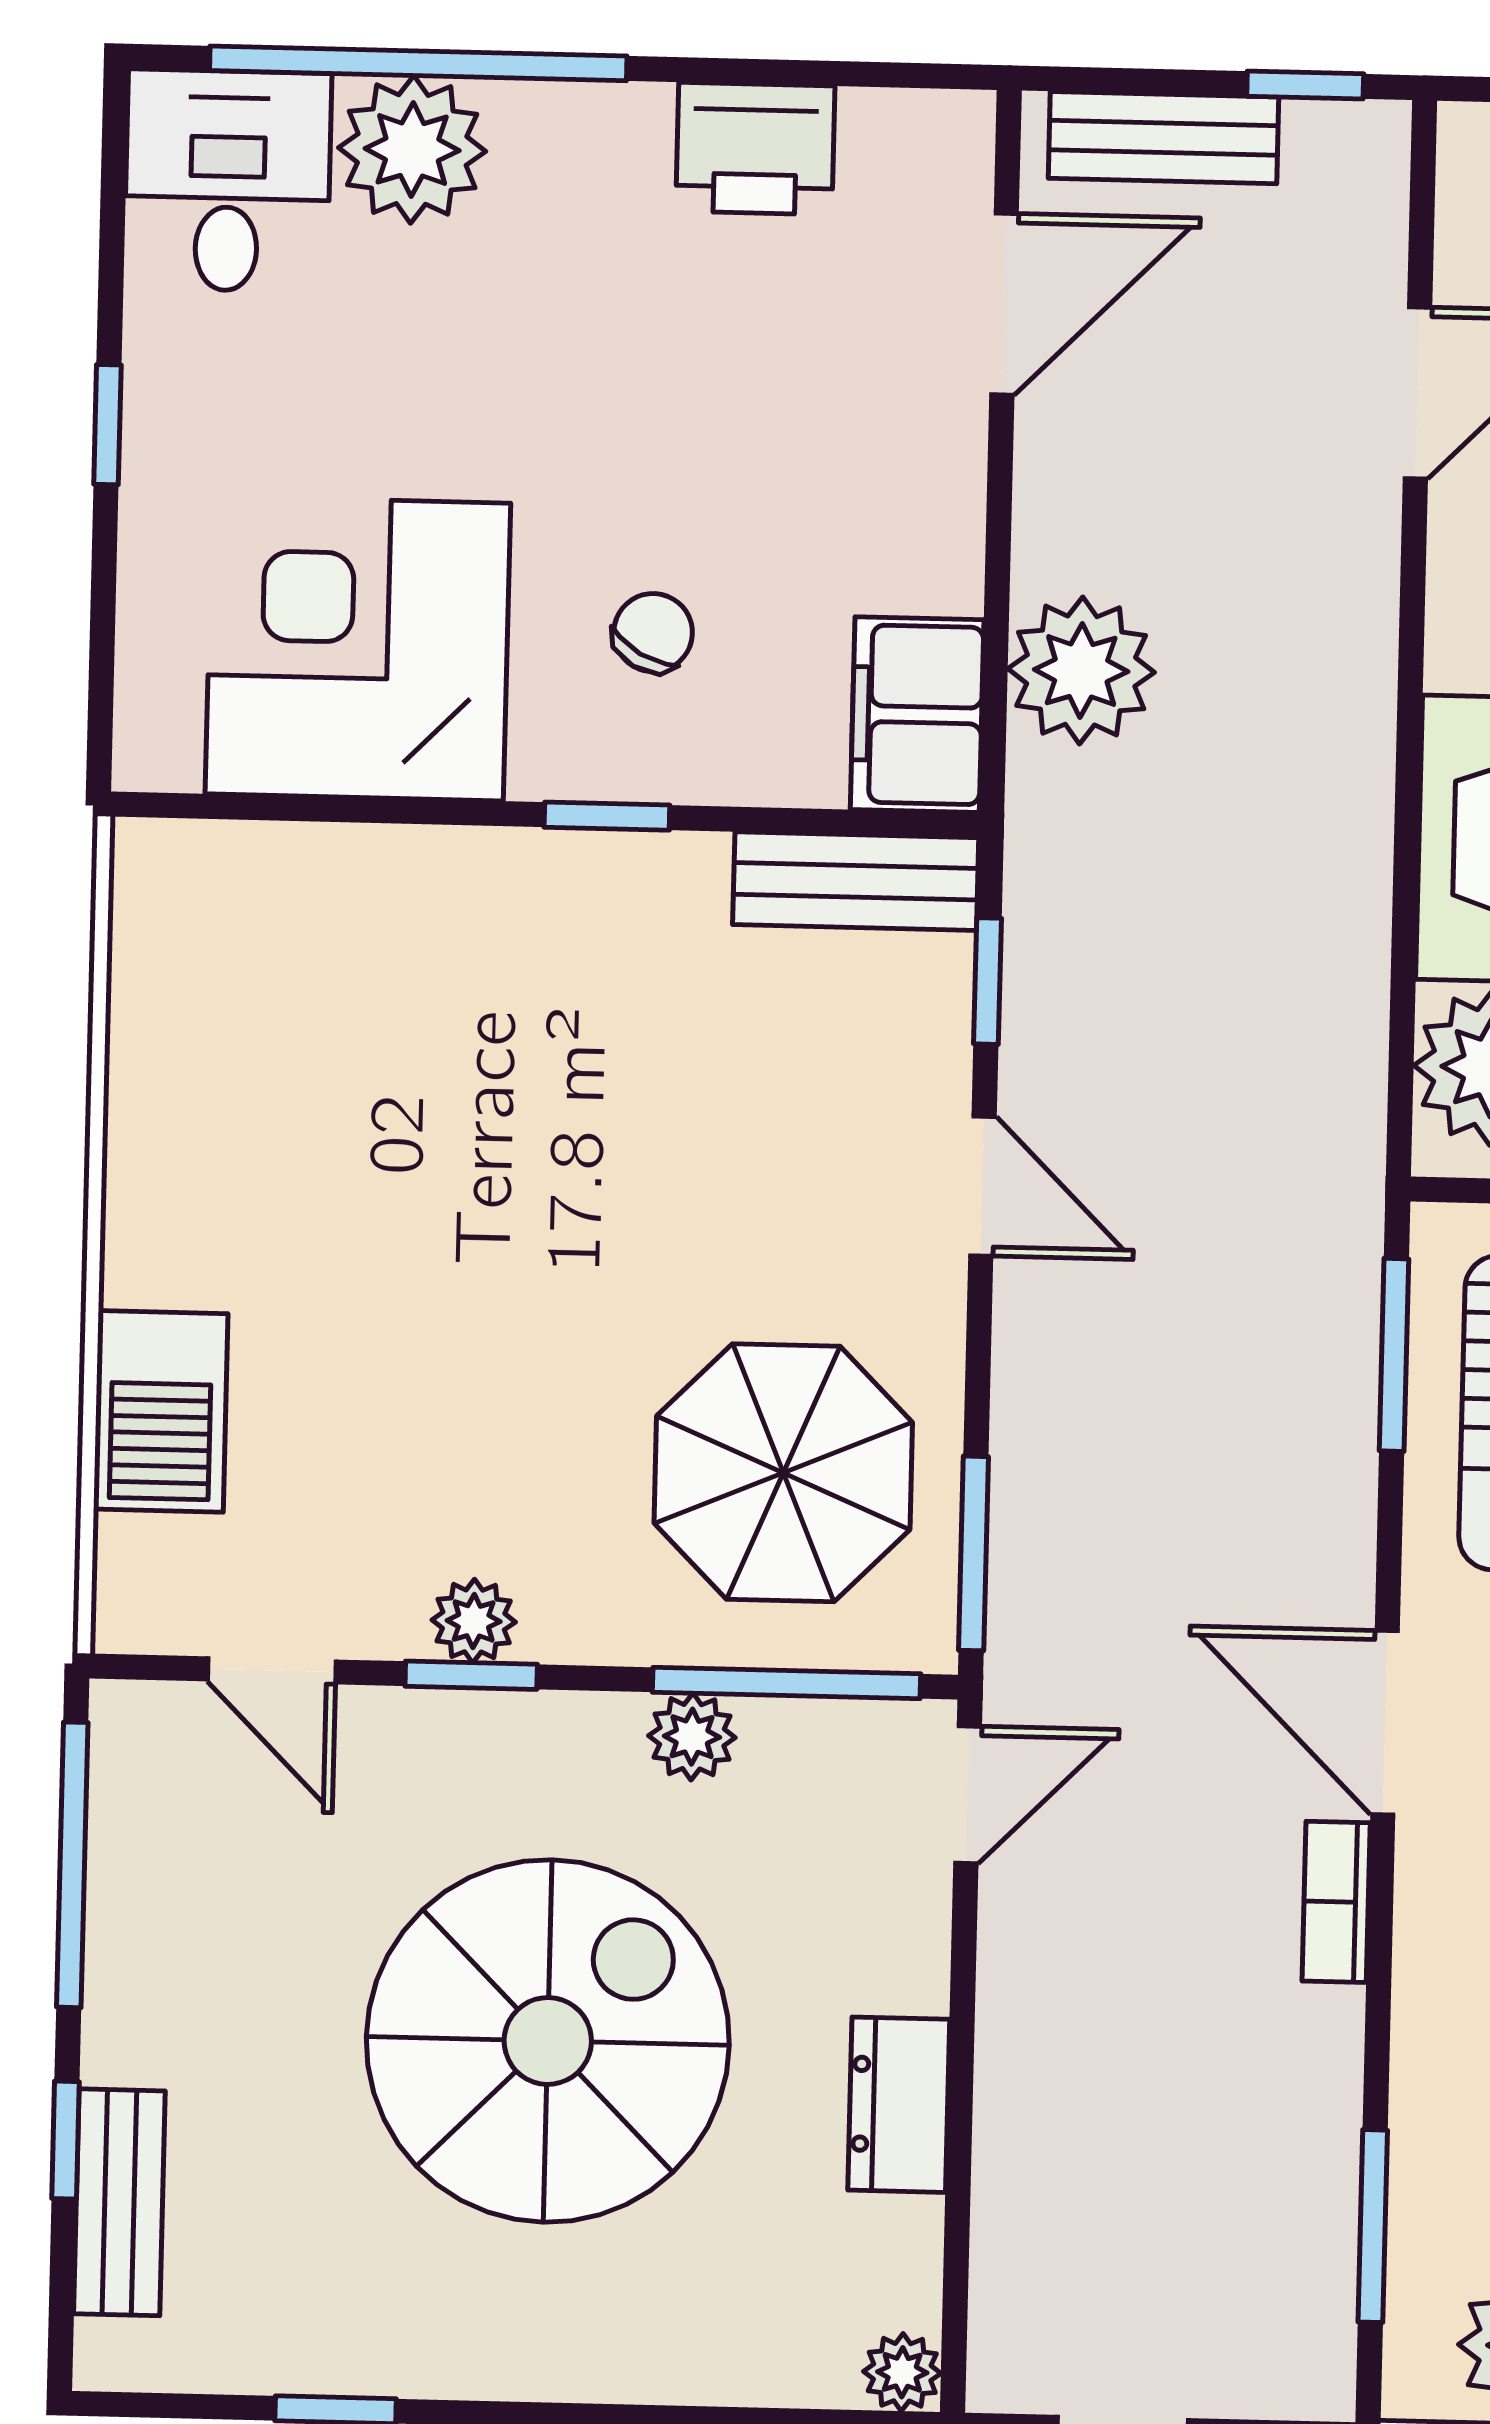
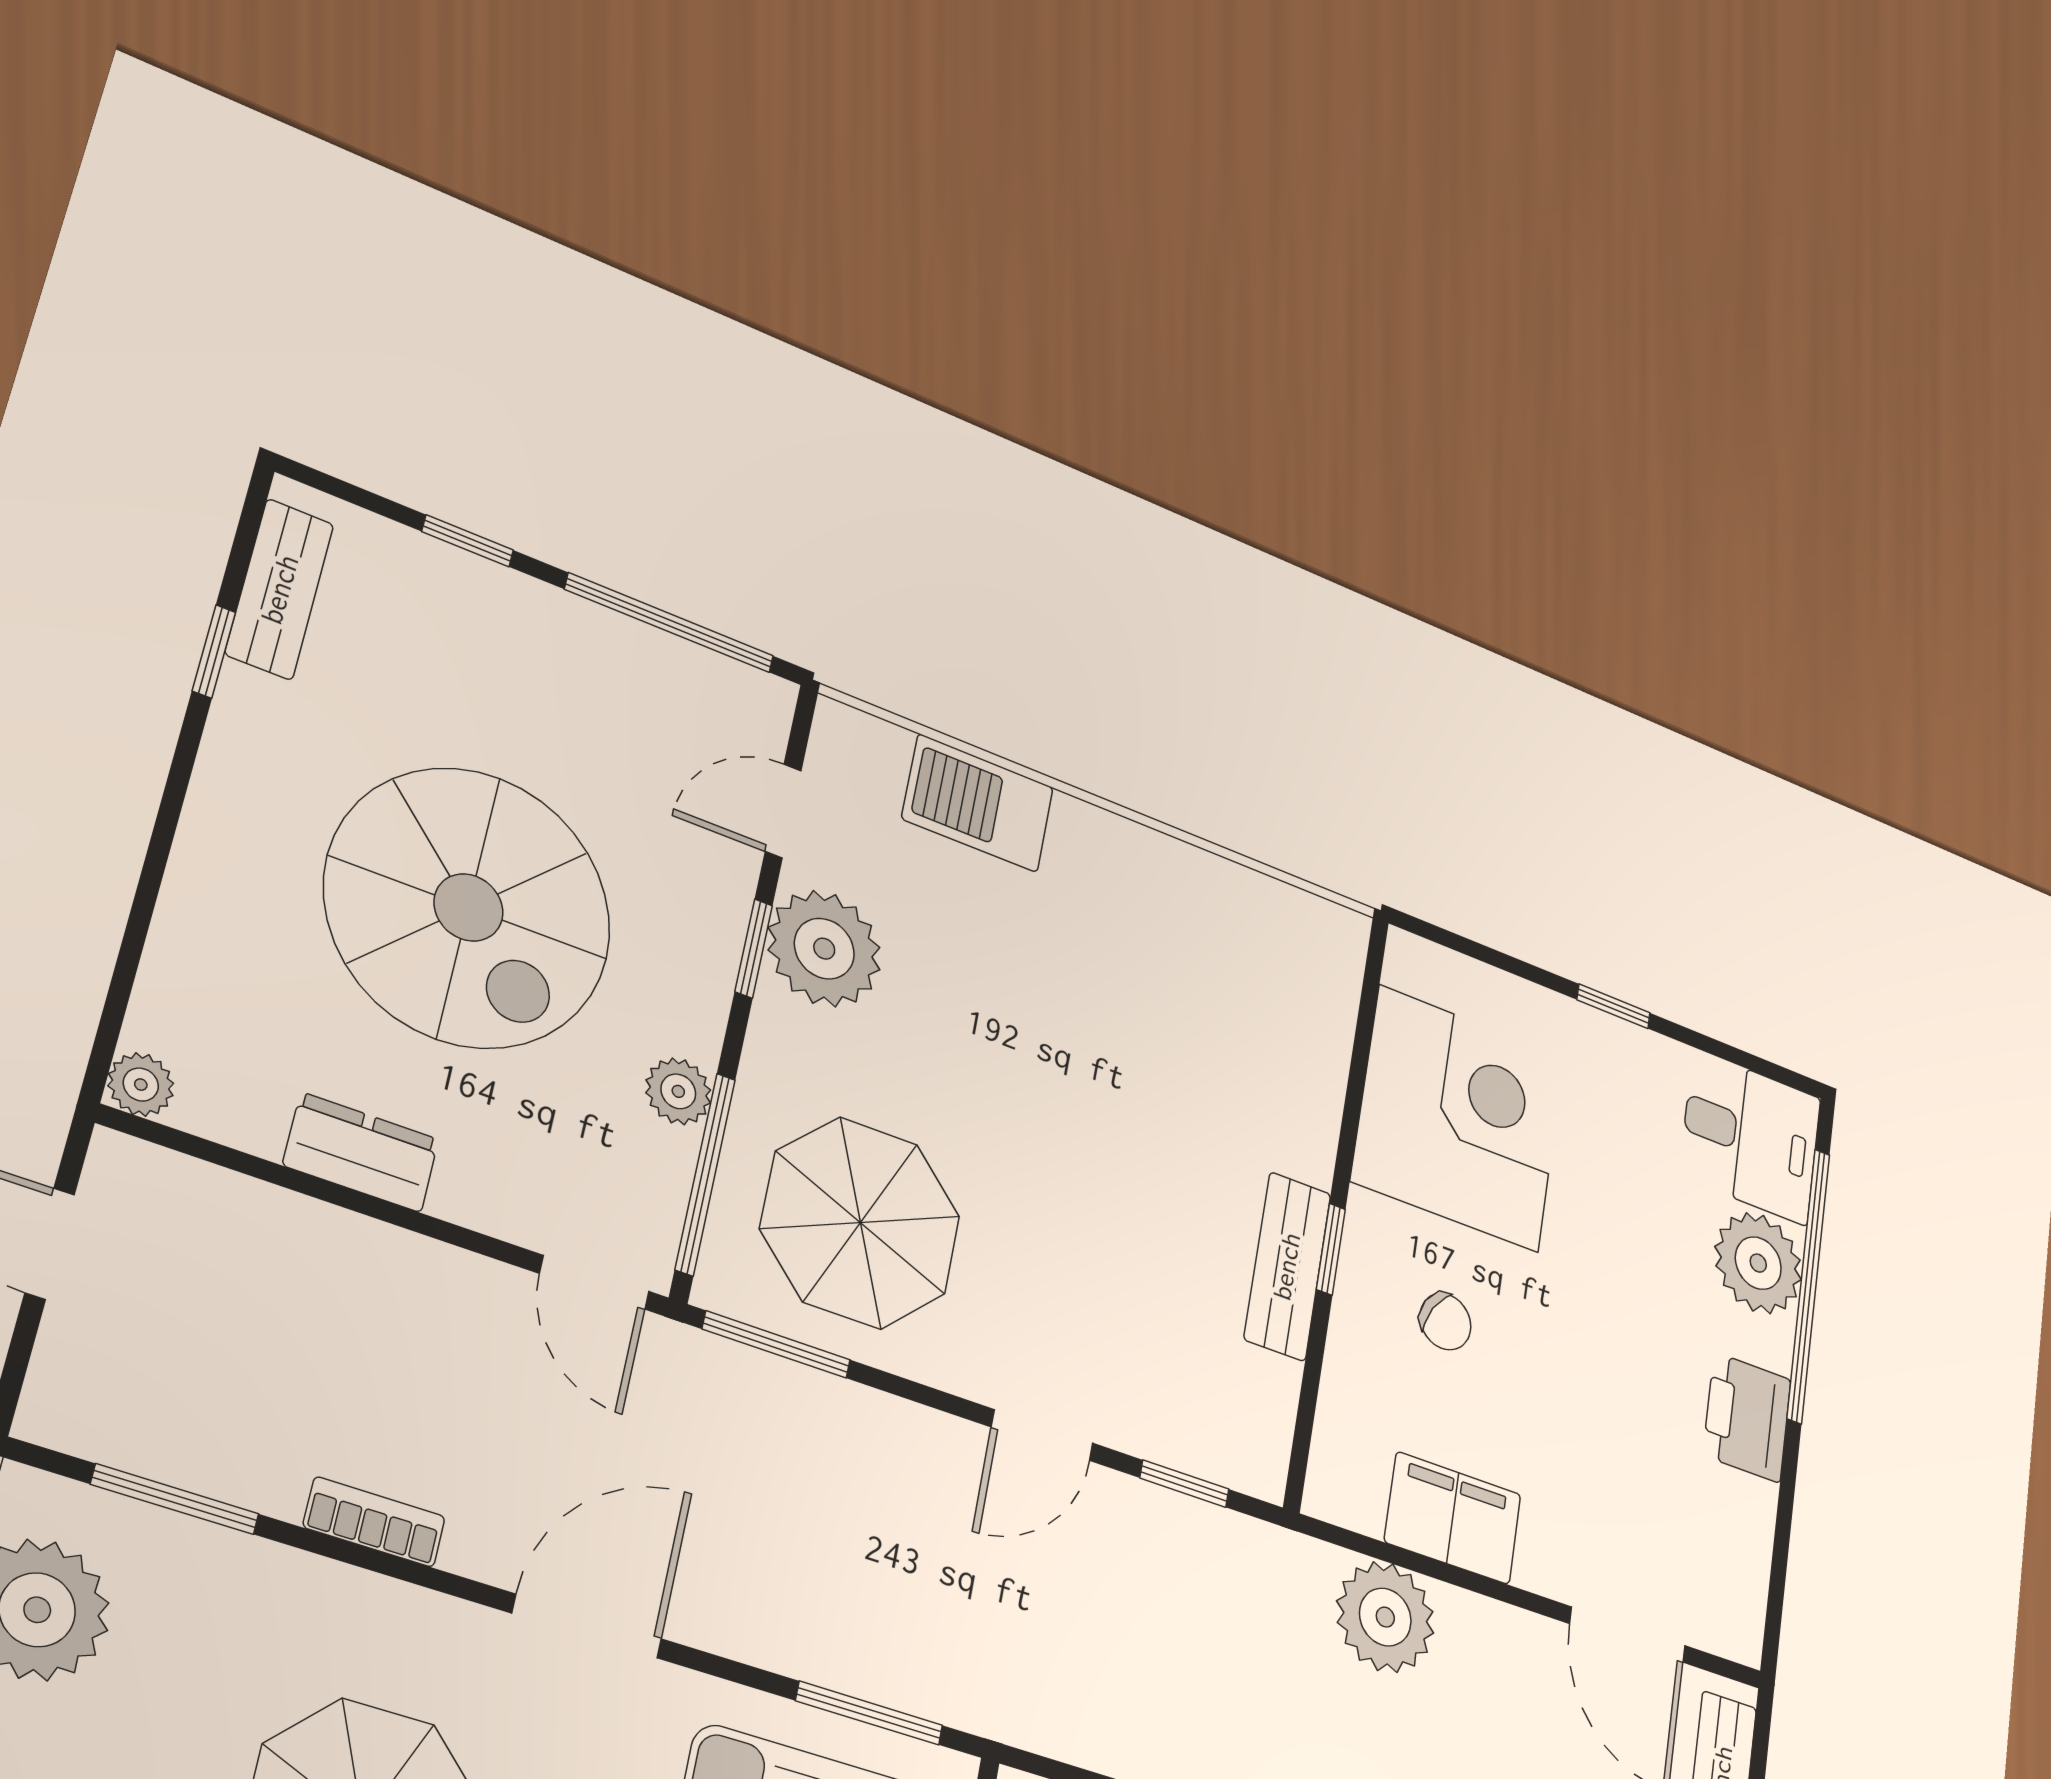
printer: (755, 149) -> (1747, 1417), moved
filing cabinet: (917, 715) -> (1453, 1518), moved
bench: (856, 881) -> (1287, 1266), moved
plant: (474, 1621) -> (824, 949), width x1.88, depth x1.88
bookcase: (1336, 1902) -> (374, 1522), moved
bench: (119, 2202) -> (280, 589), moved, turned 90

